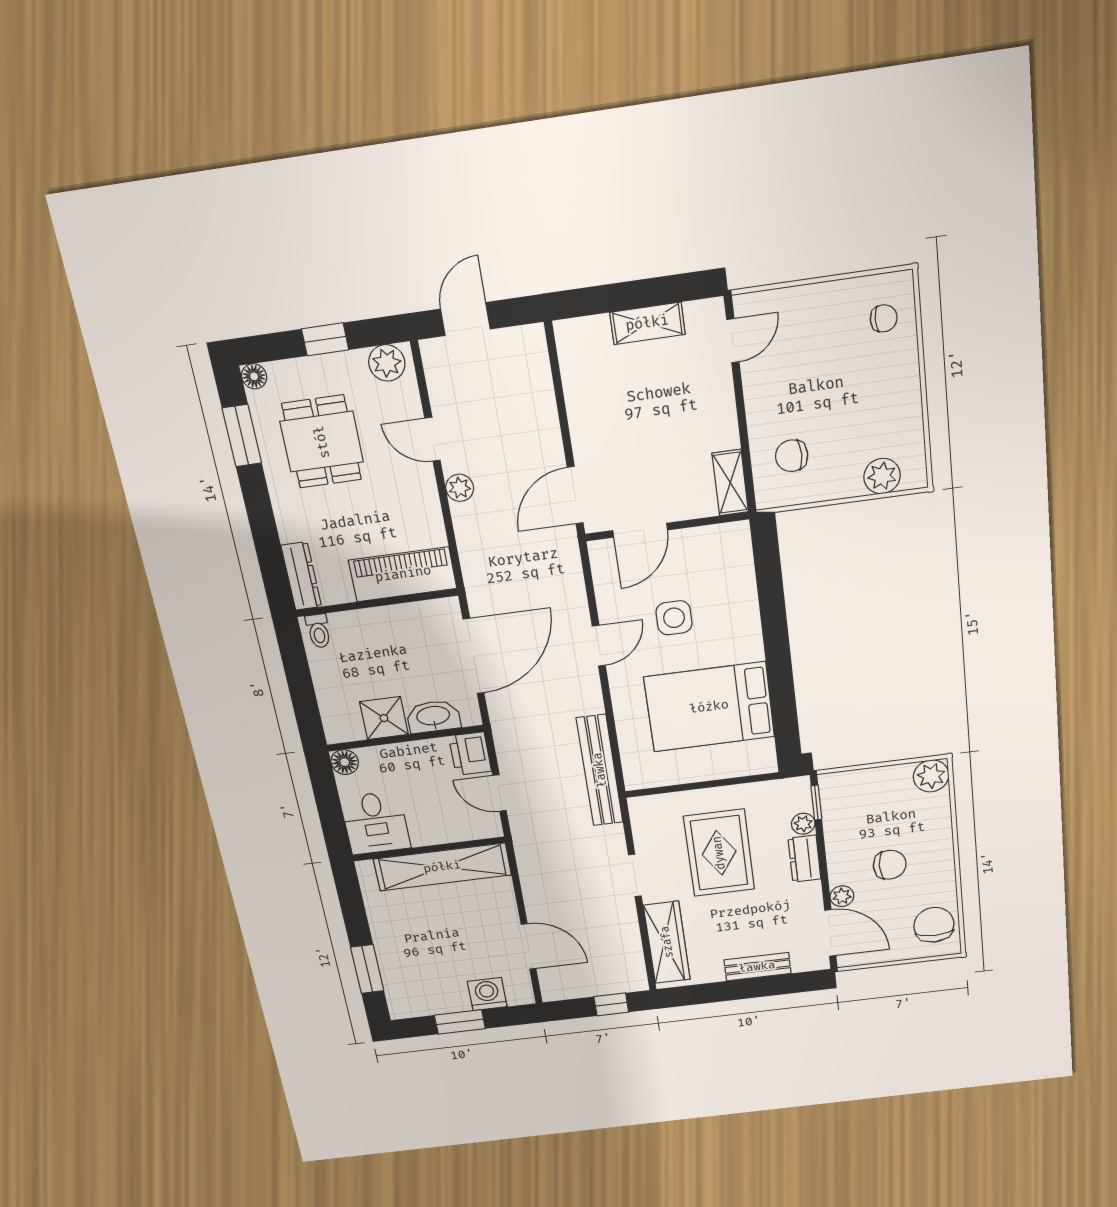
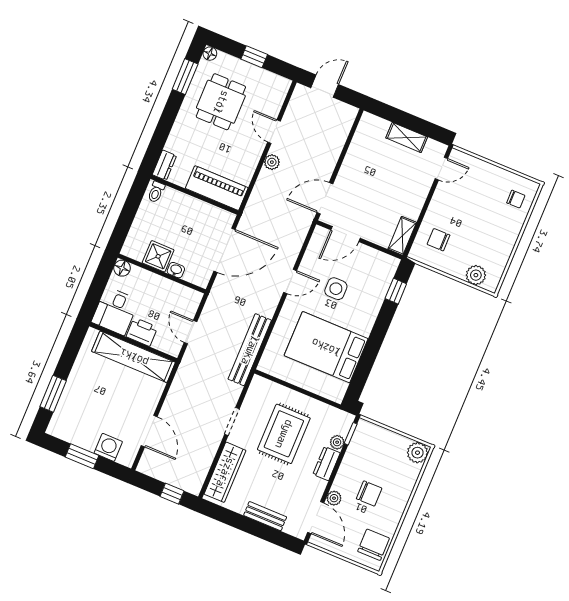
plant: (387, 363) -> (276, 84), removed
window: (768, 570) -> (396, 291), added
dresser: (301, 576) -> (164, 165), width x0.70
washbasin: (433, 716) -> (176, 270), width x0.52, depth x0.69
printer: (470, 754) -> (142, 332), moved, turned 90

